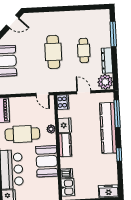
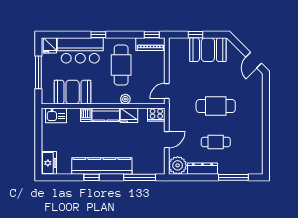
kitchen counter: (108, 128) -> (102, 166), moved
booth: (47, 161) -> (73, 92), moved
dishwasher: (67, 173) -> (86, 115), moved

